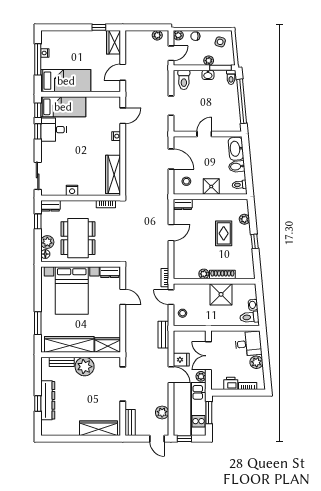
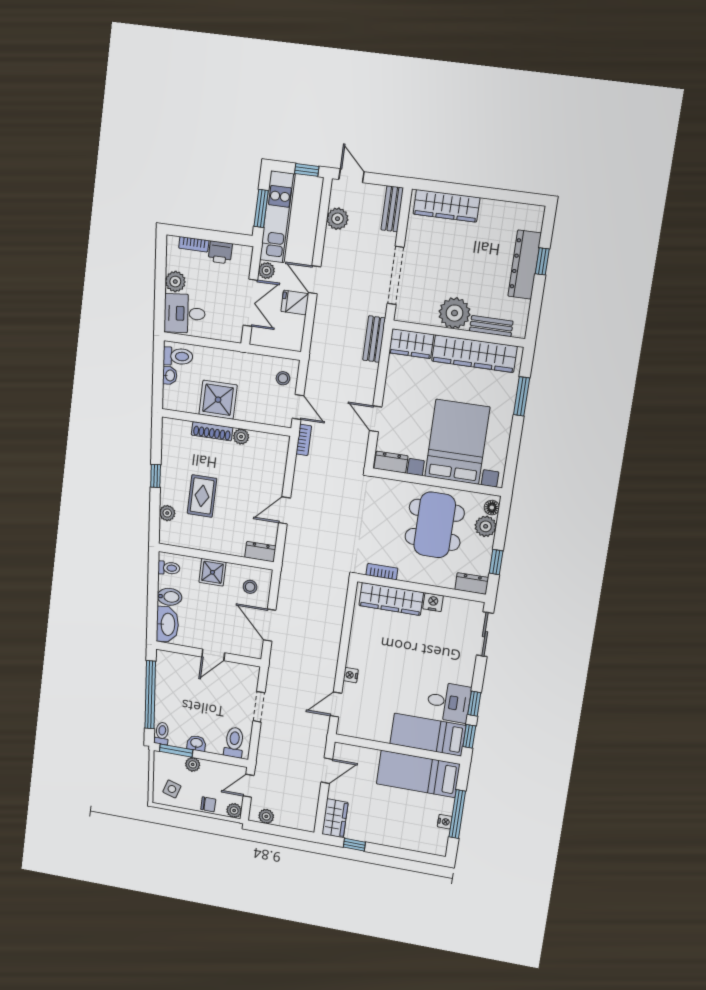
wardrobe: (113, 174) -> (391, 599), moved, turned 90
bench: (163, 335) -> (374, 339), moved

